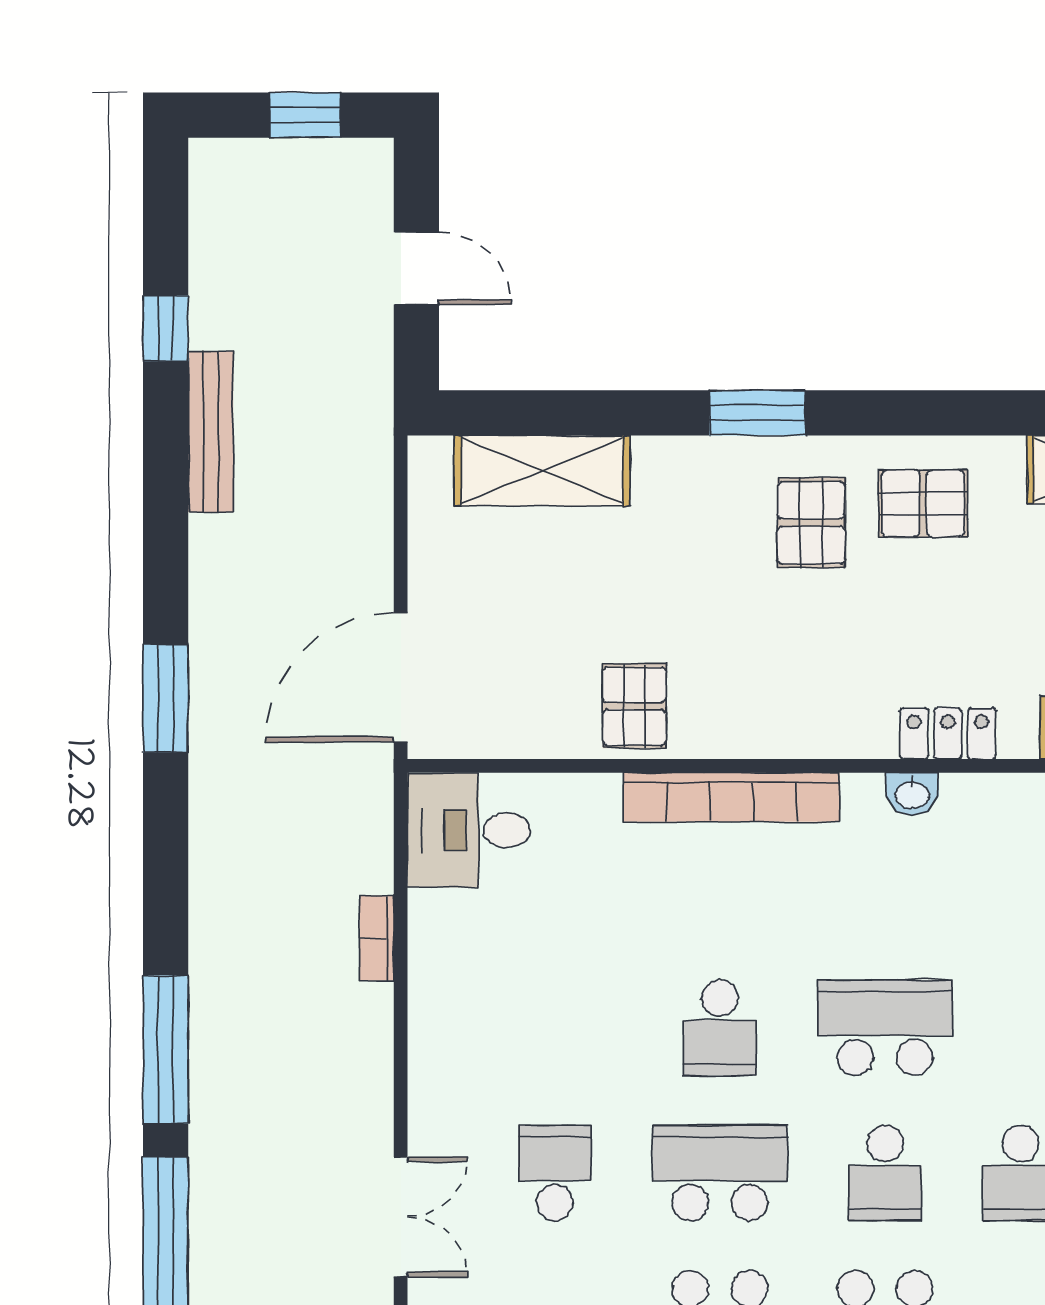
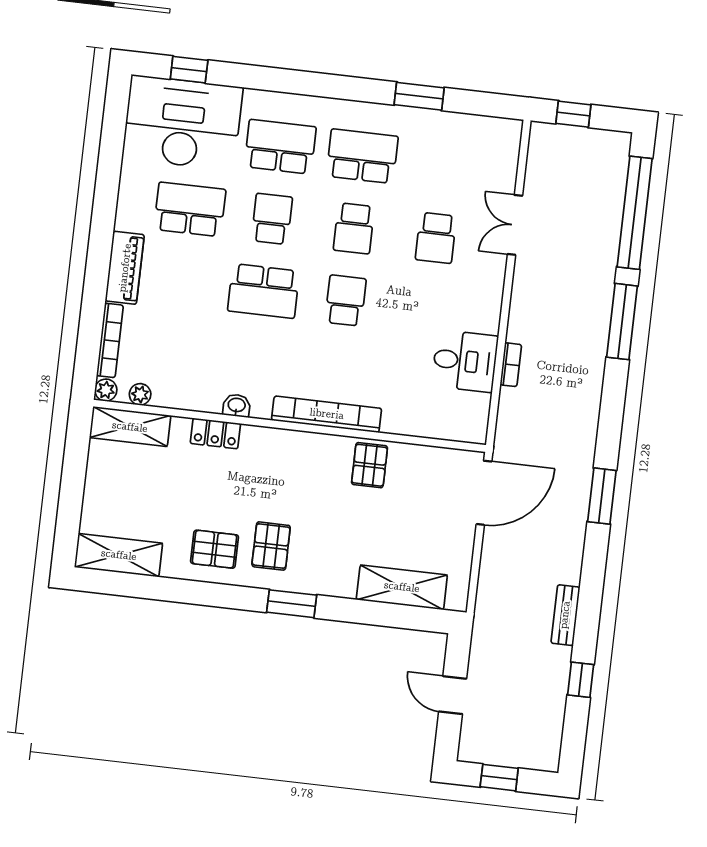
bench: (211, 432) -> (565, 615), width x0.73
desk: (469, 830) -> (465, 361), moved
school desk: (720, 1173) -> (354, 228), width x0.54

